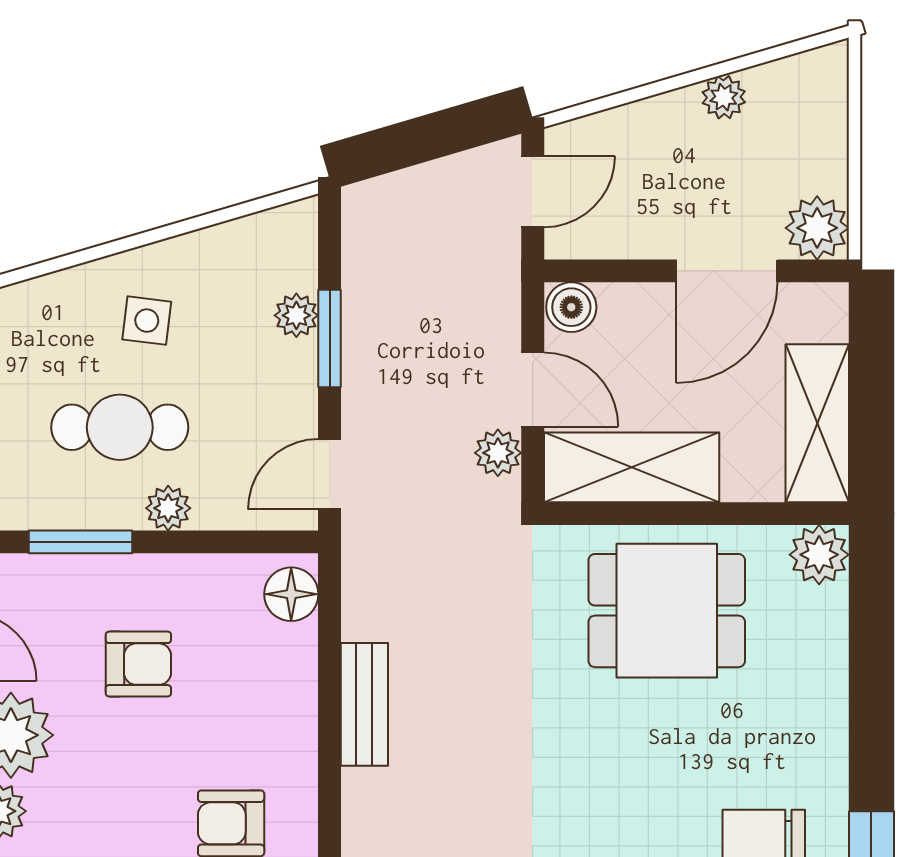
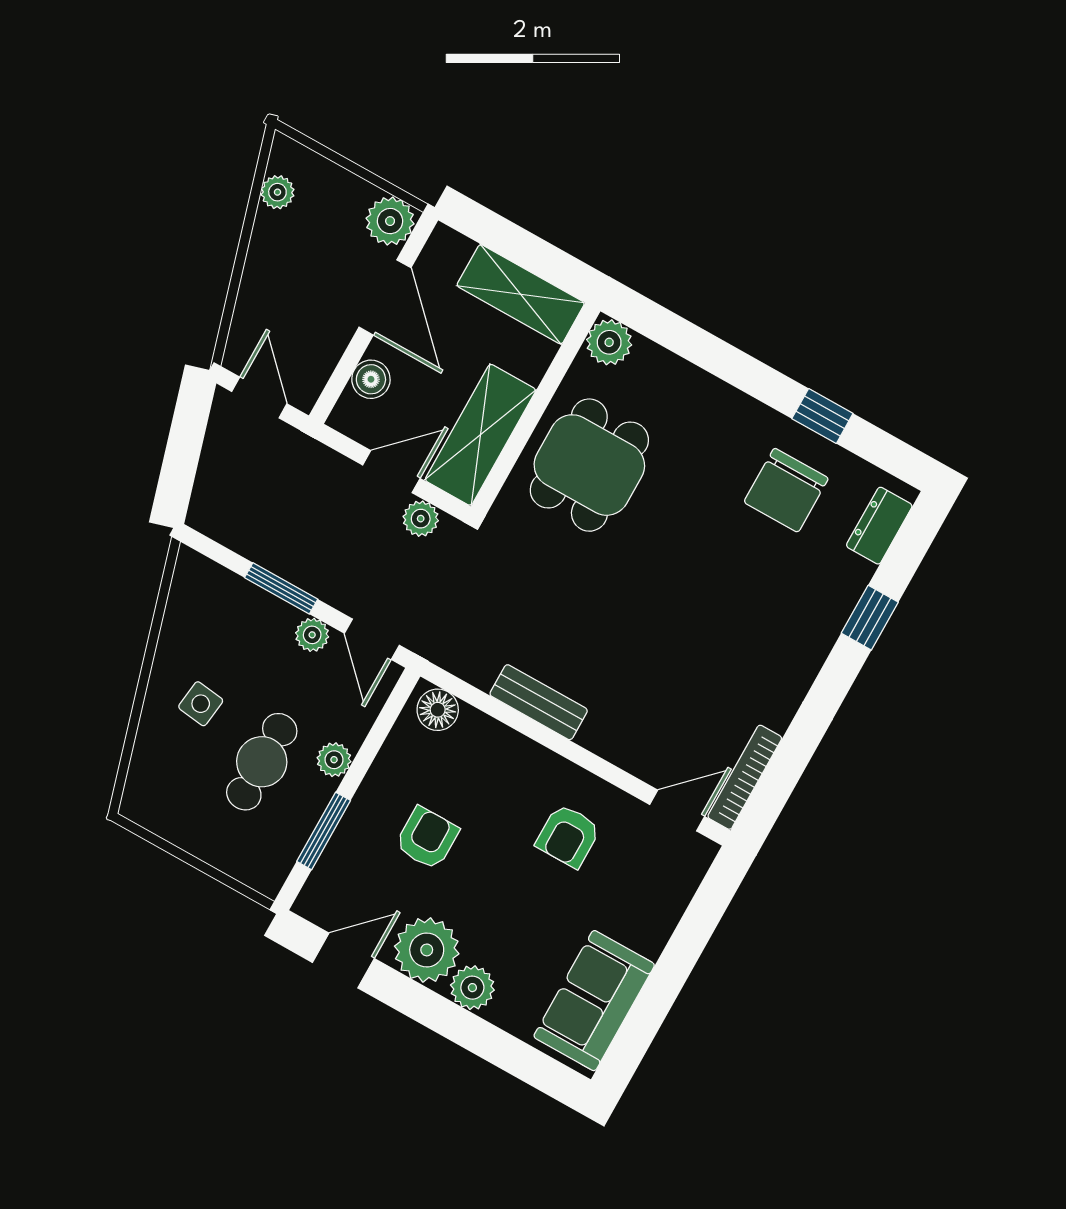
plant: (724, 97) -> (277, 192), moved
boiler: (571, 307) -> (371, 379), moved
plant: (296, 315) -> (312, 635), moved

